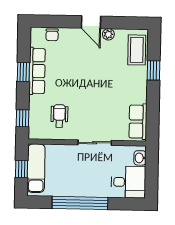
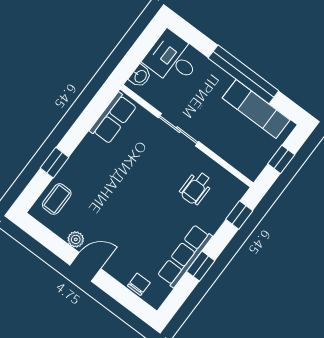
door: (91, 22) -> (85, 267), hinge flipped
coffee table: (137, 50) -> (57, 199), width x0.73, depth x0.77
exam couch: (36, 168) -> (256, 109), moved, turned -90

